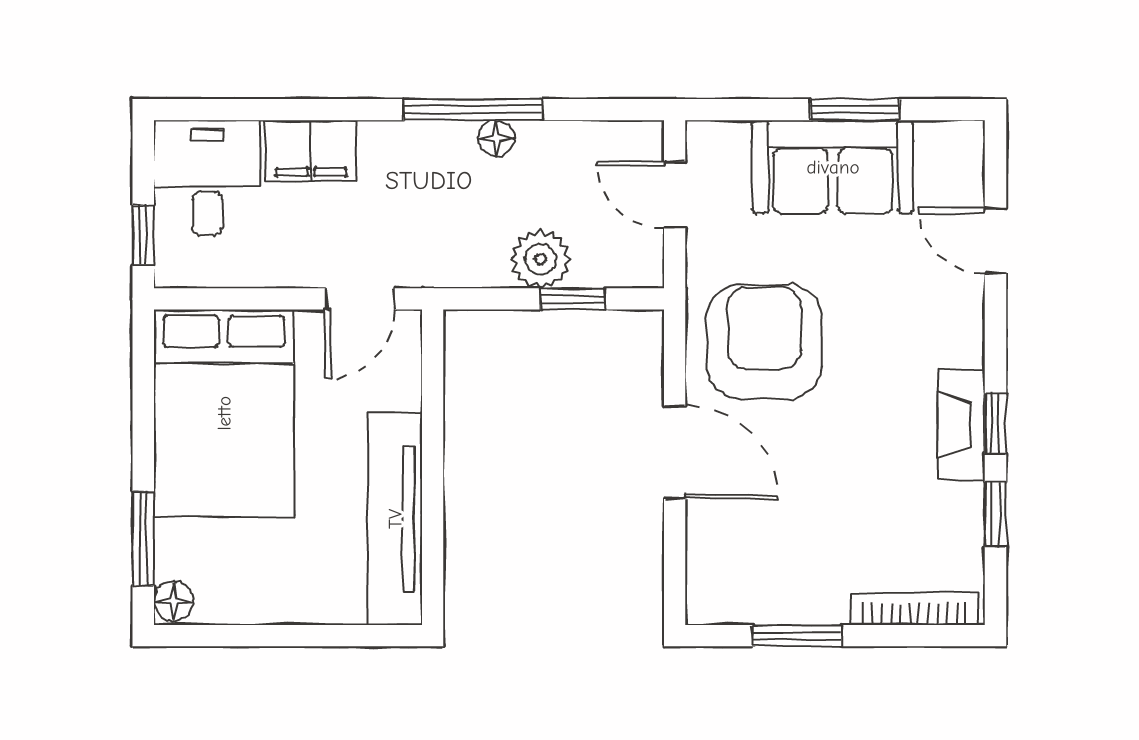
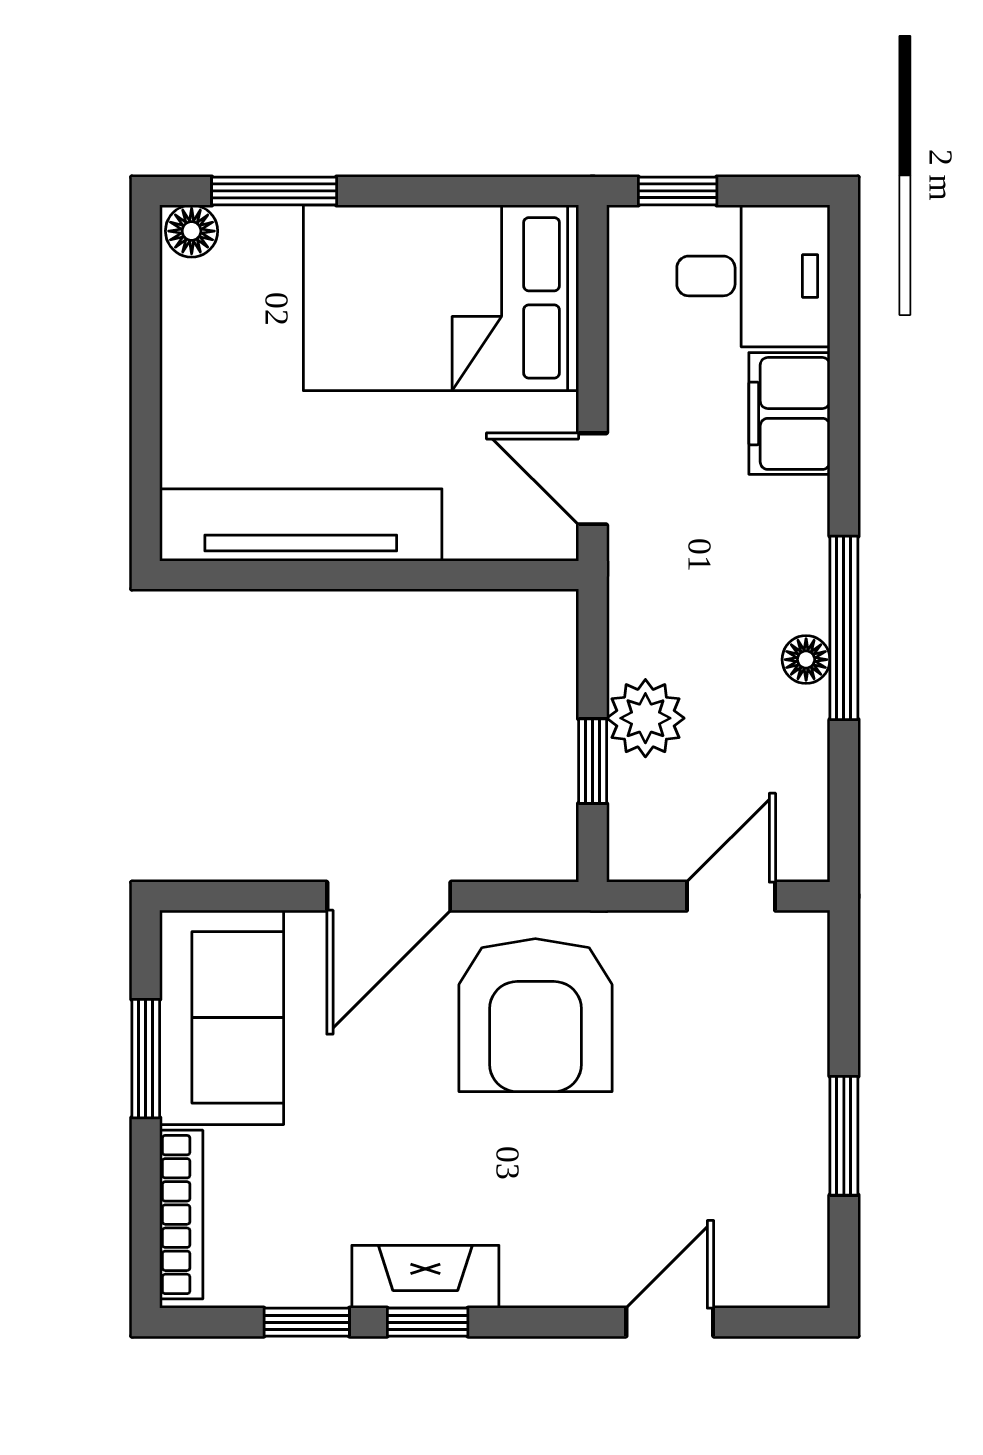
sofa: (833, 167) -> (222, 1017), moved, turned 180
armchair: (764, 342) -> (535, 1015), turned 90

